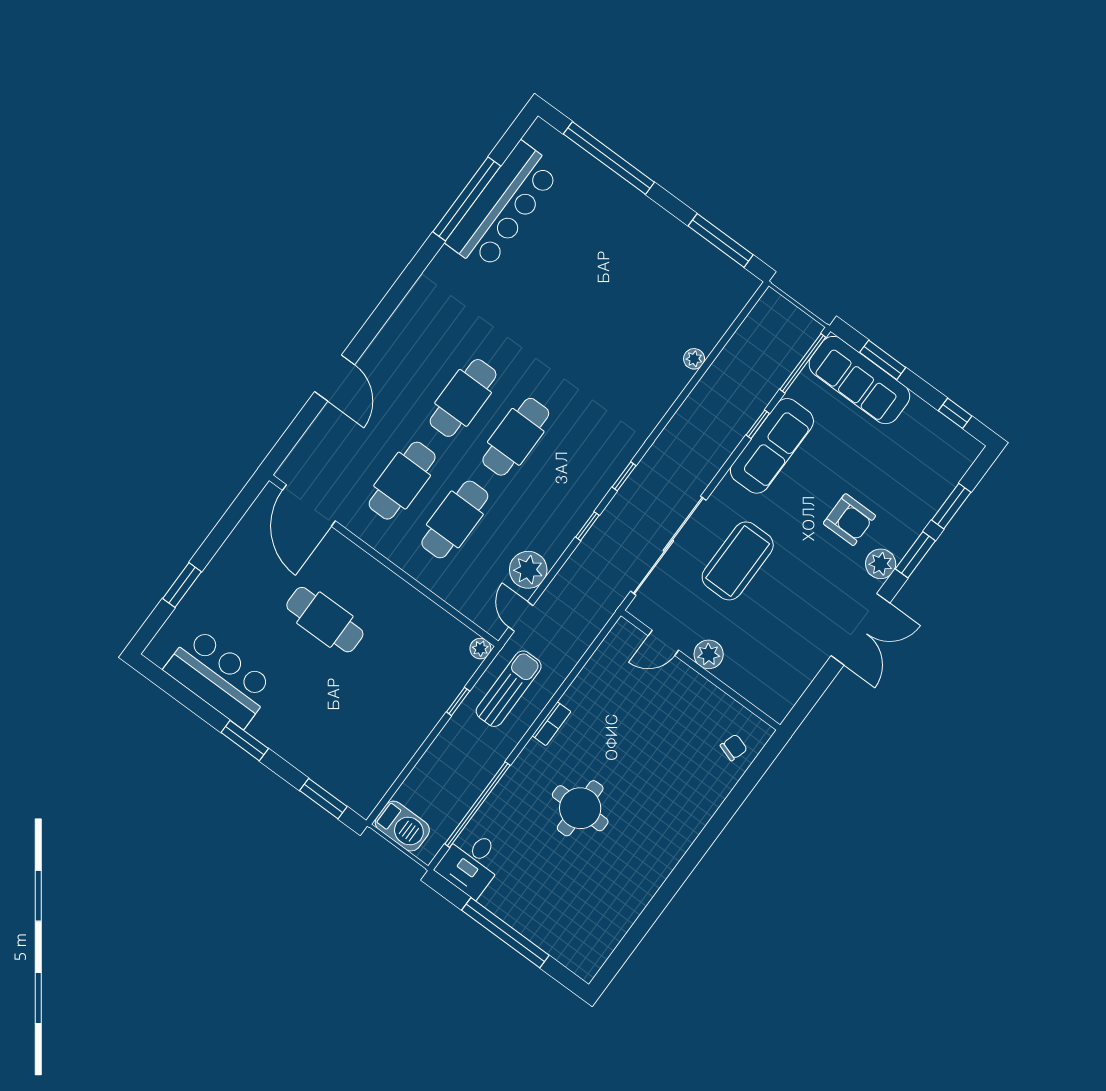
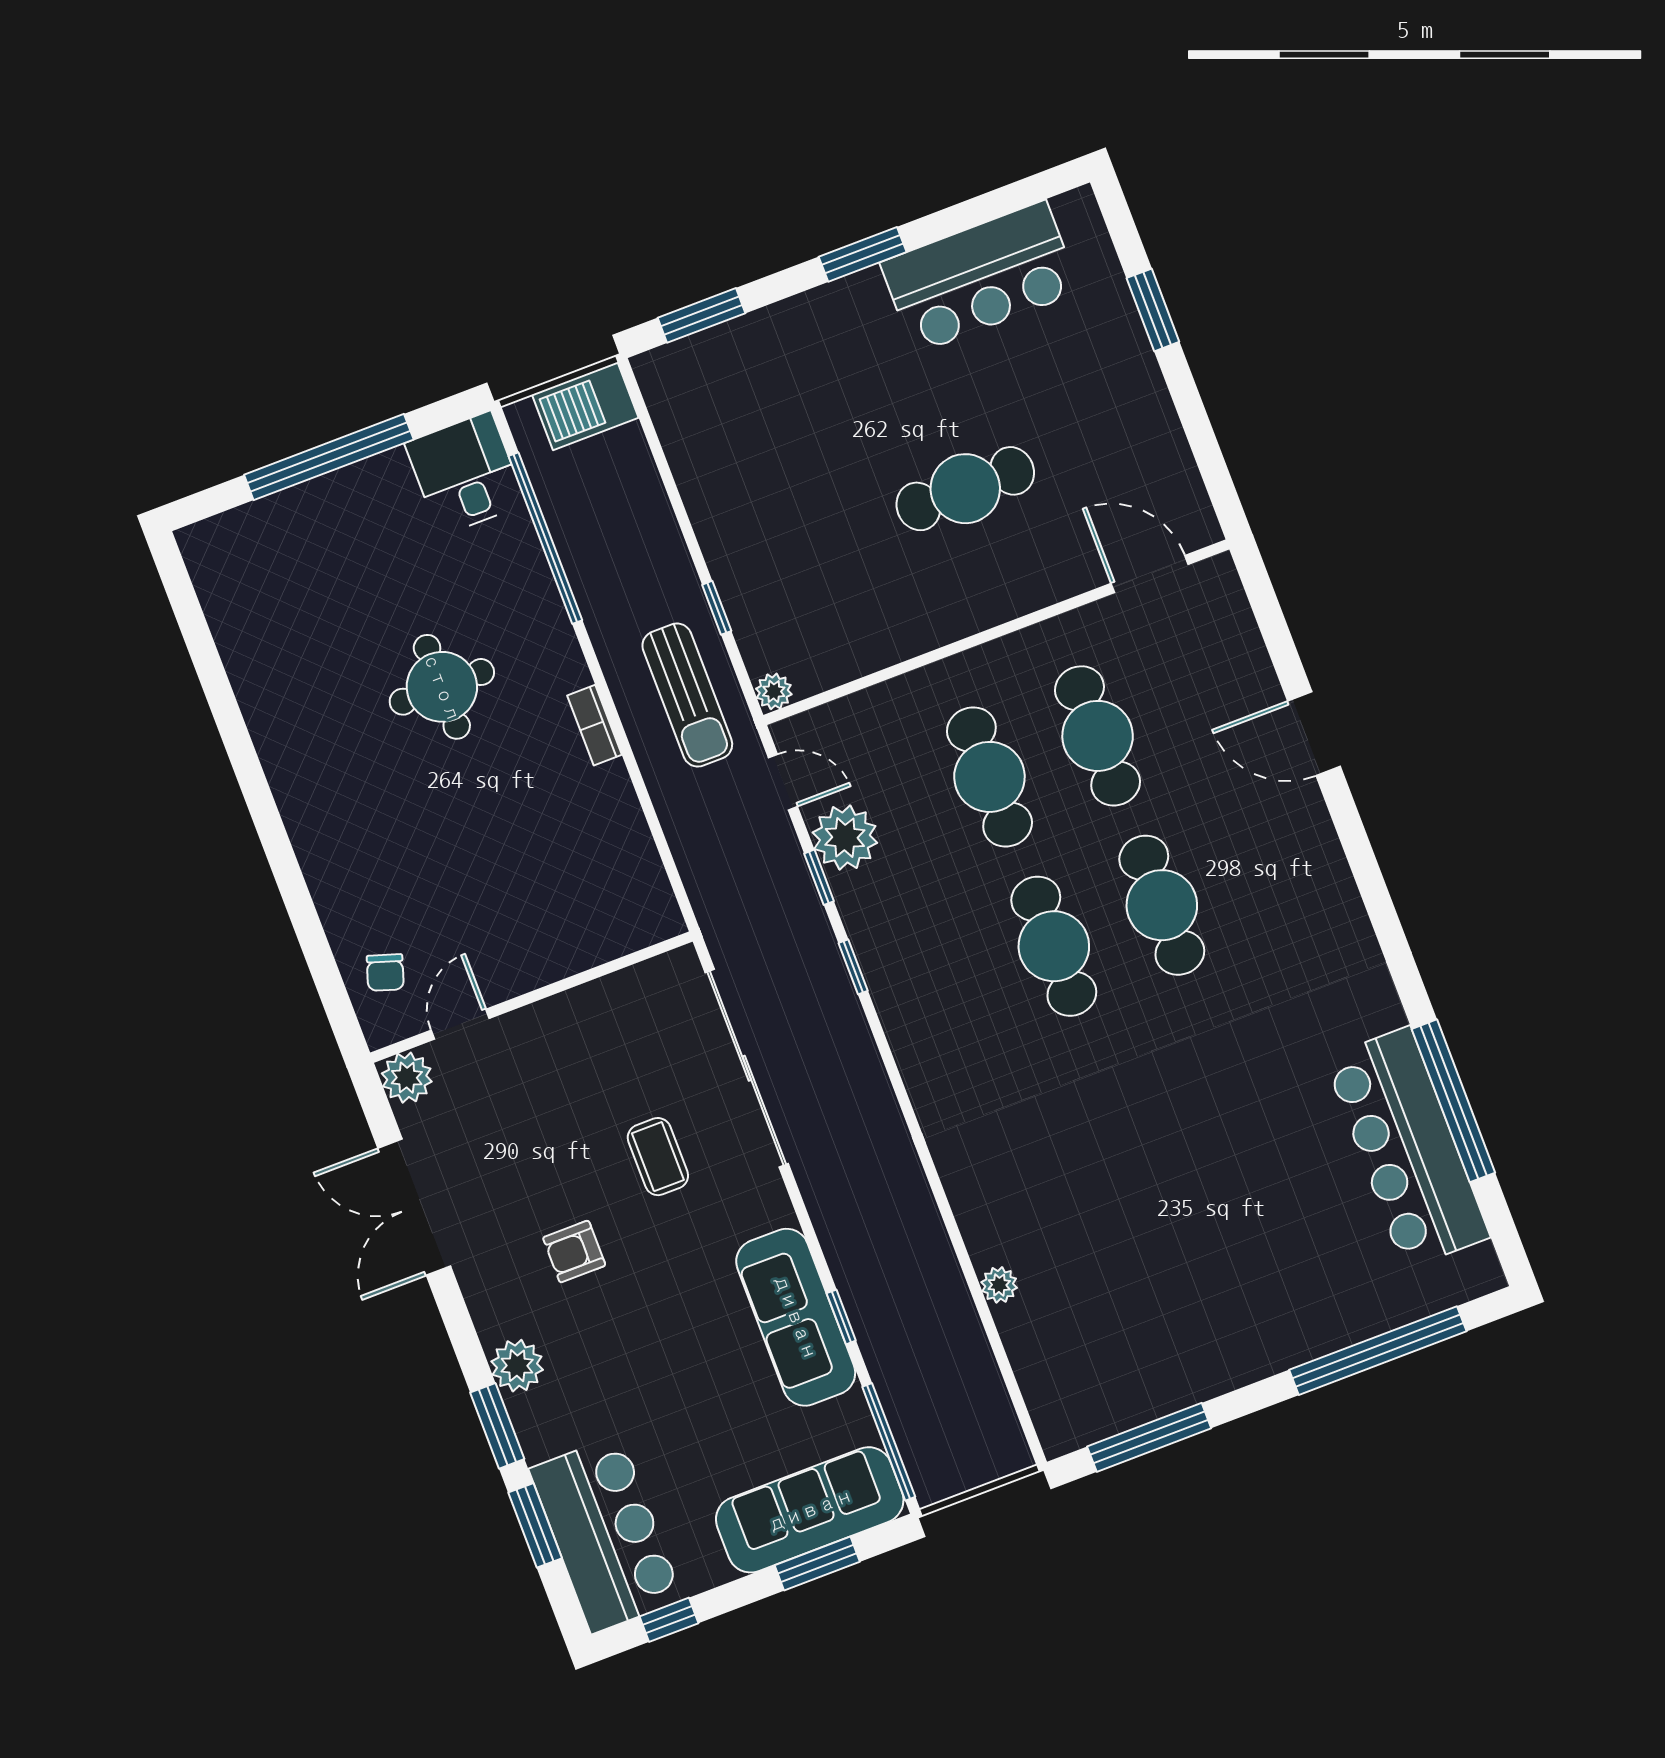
bar counter: (934, 470) -> (606, 1534), added
window: (624, 476) -> (819, 877), moved
door: (309, 505) -> (1150, 574), width x0.73
armchair: (849, 520) -> (574, 1252), moved, width x0.72, depth x0.72
coffee table: (738, 561) -> (658, 1157), width x0.54, depth x0.58
double door: (860, 629) -> (414, 1207), moved
door: (663, 643) -> (460, 1024), moved
plant: (709, 654) -> (407, 1078), moved

